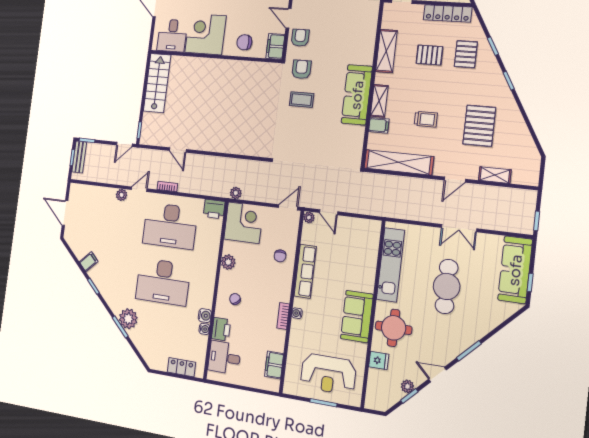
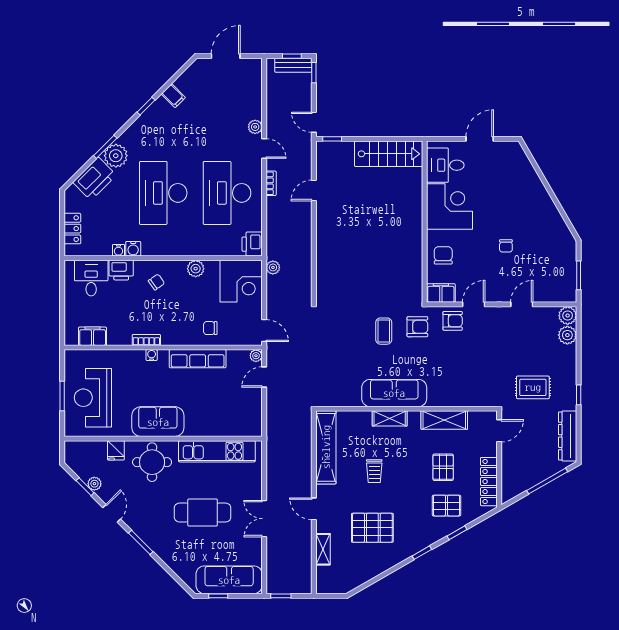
filing cabinet: (379, 125) -> (363, 421), removed
printer: (144, 340) -> (95, 179), added

